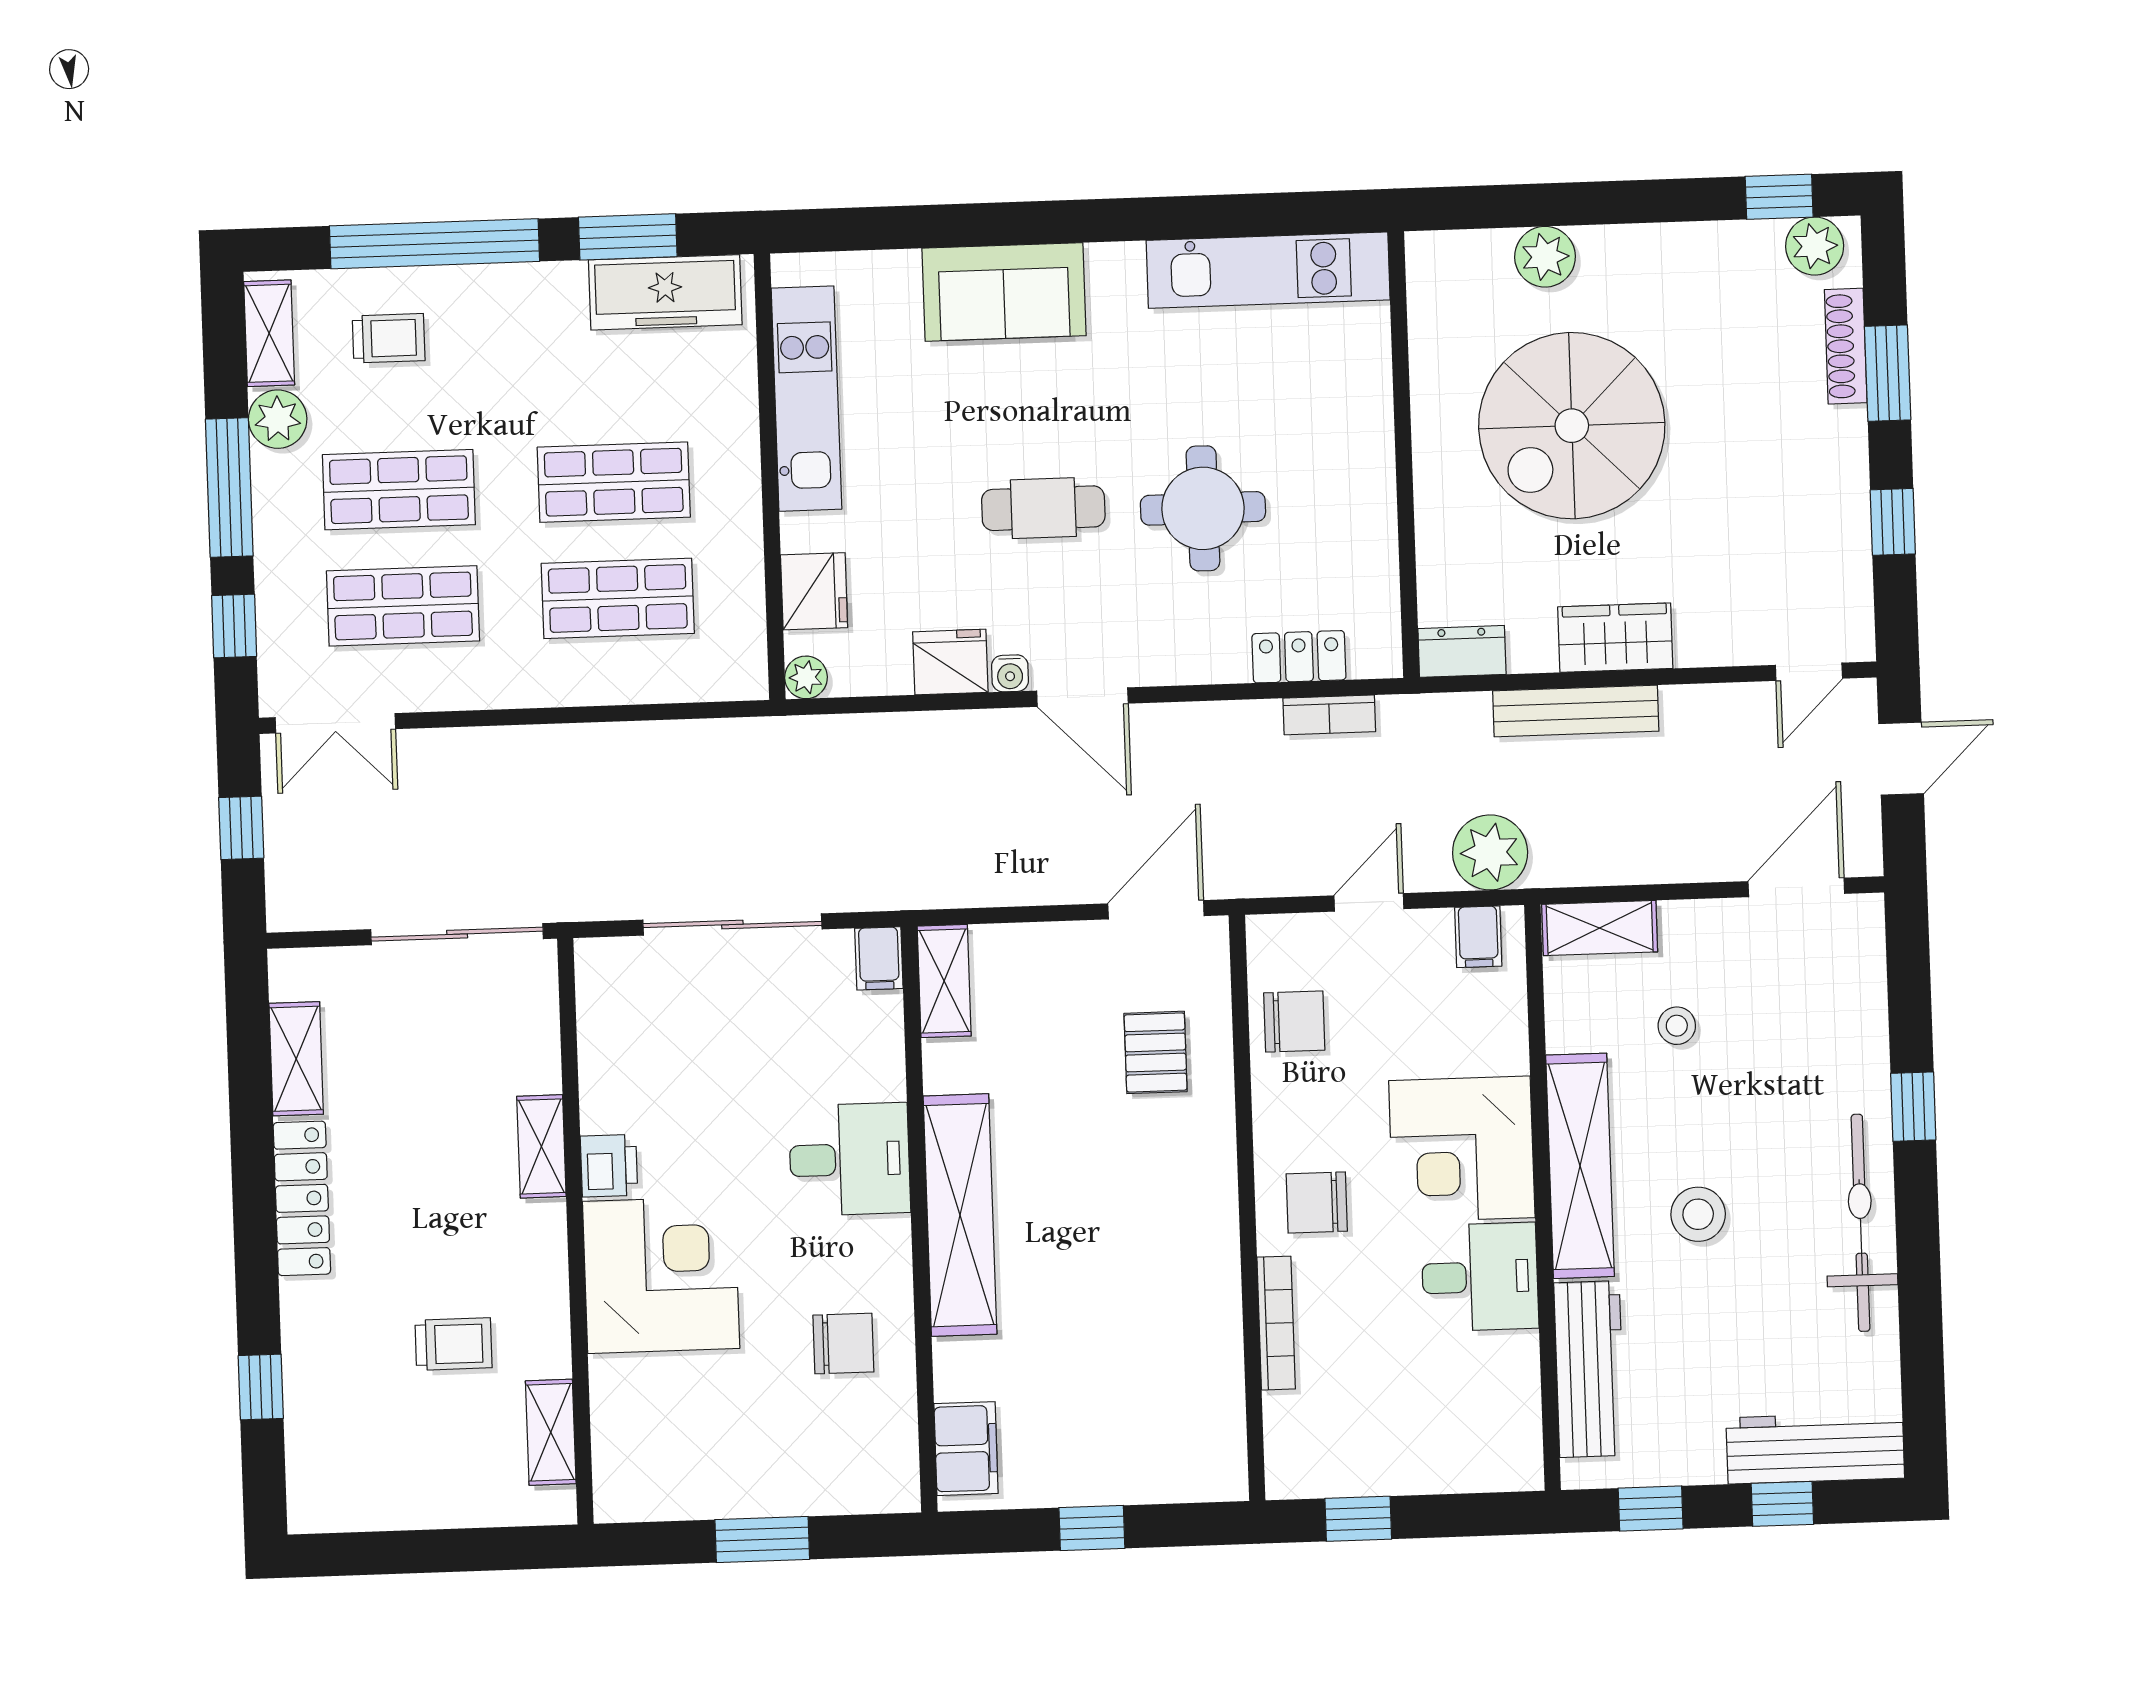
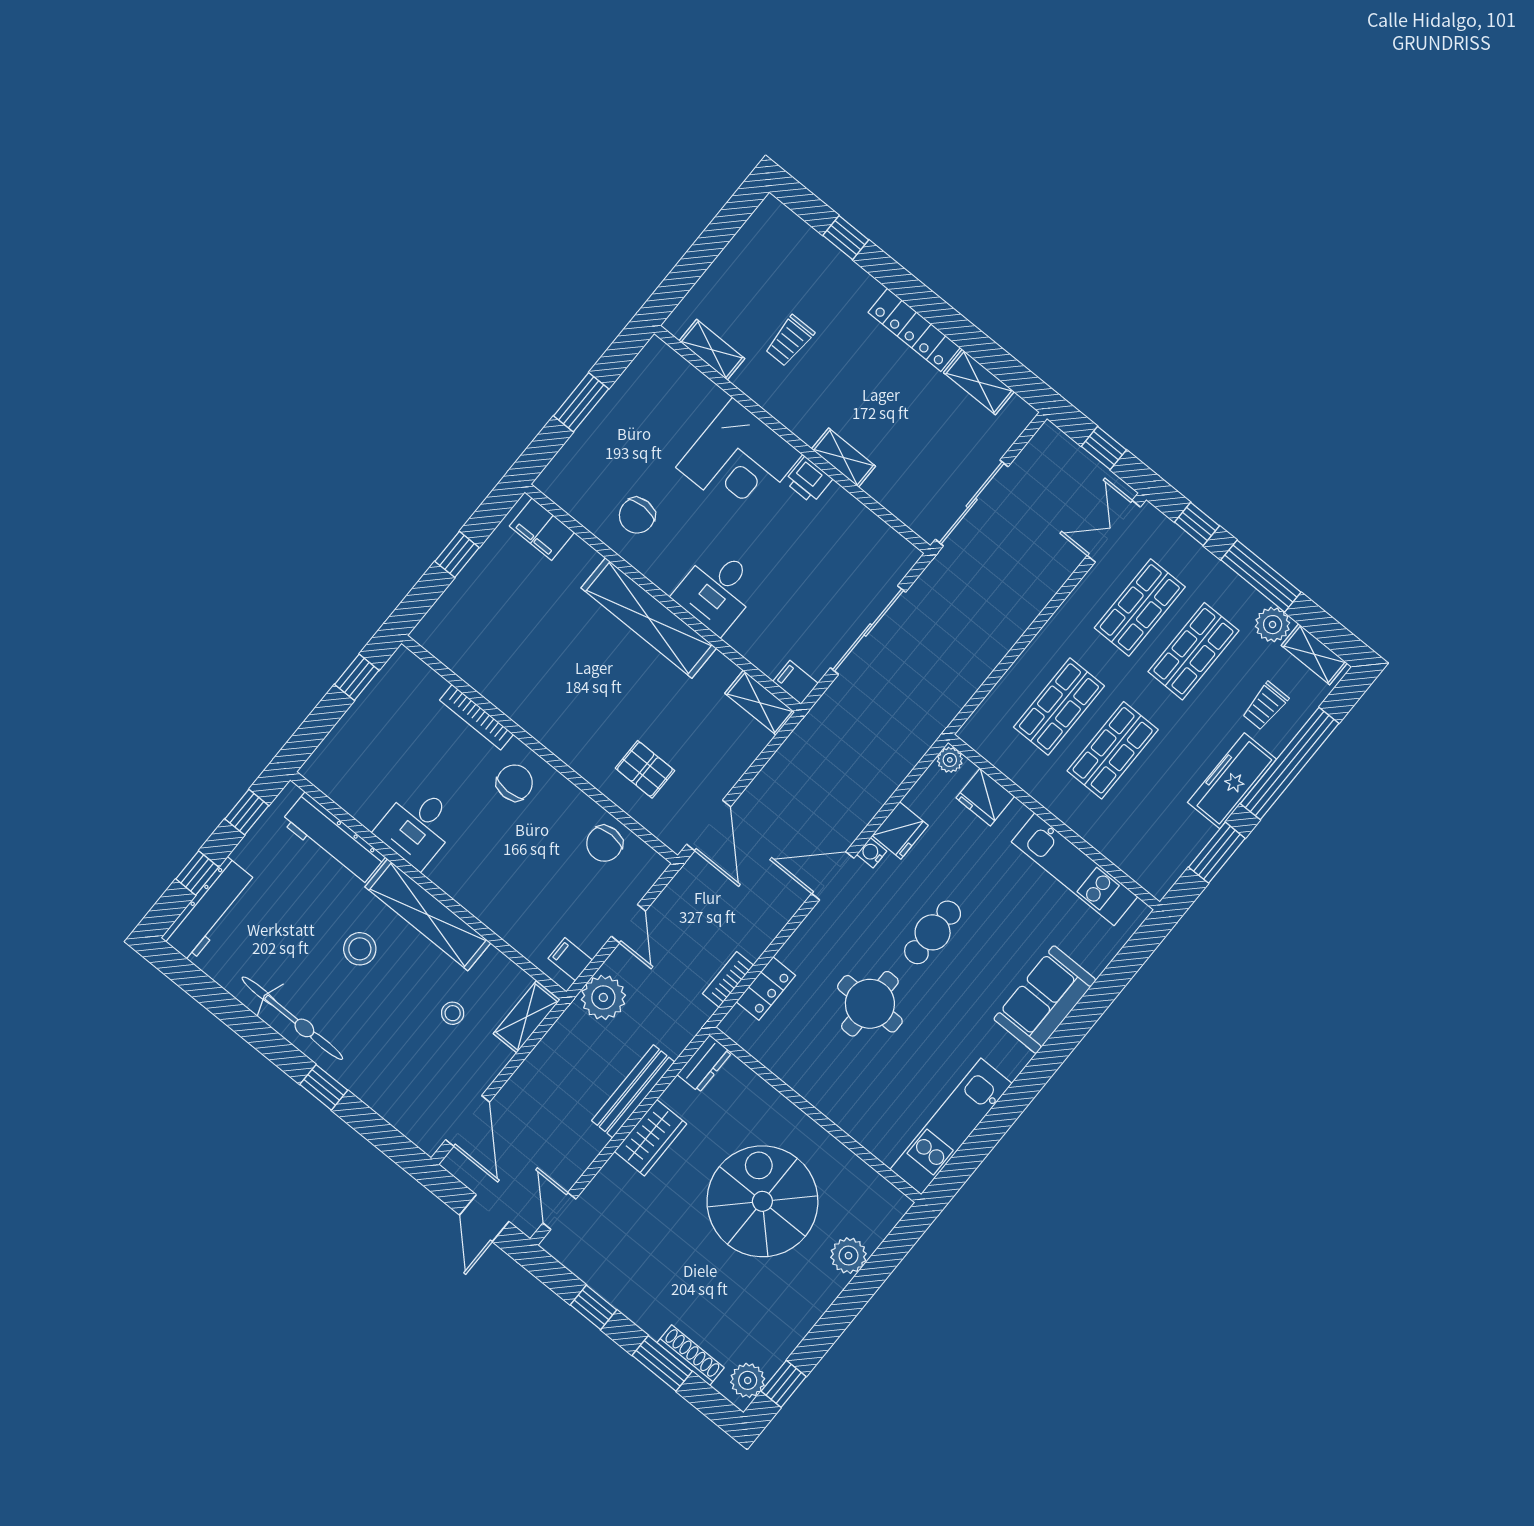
freezer: (665, 292) -> (1232, 781), moved
corner desk: (1462, 1149) -> (482, 869), removed

